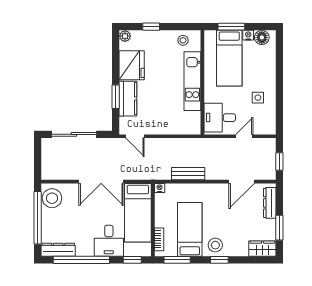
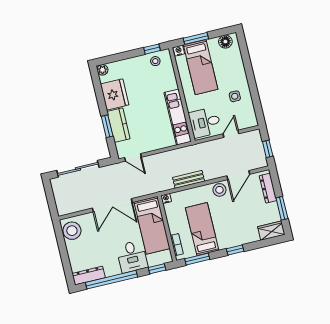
window: (151, 27) -> (152, 49), moved
nightstand: (248, 35) -> (179, 51), moved
kitchen unit: (192, 81) -> (178, 117), moved
window: (38, 218) -> (63, 251), removed
stool: (215, 245) -> (219, 190), moved

